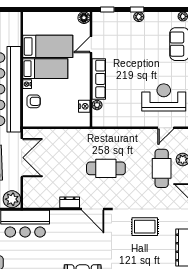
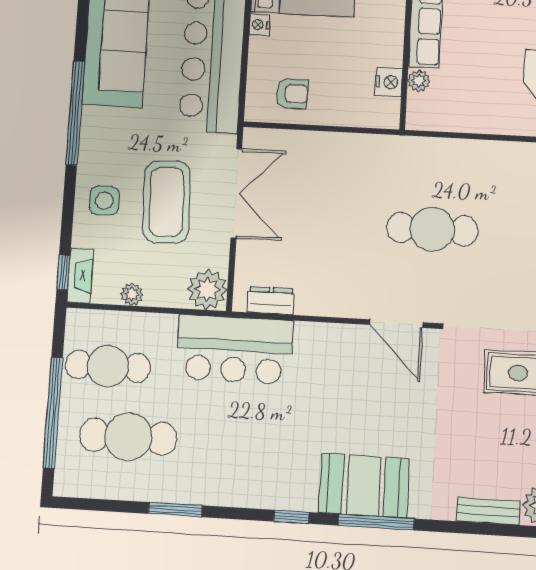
armchair: (34, 101) -> (292, 94), moved
dresser: (70, 202) -> (271, 301), moved

